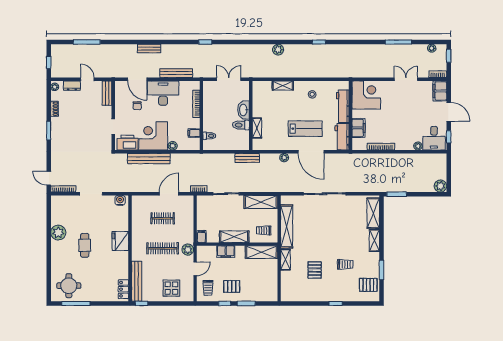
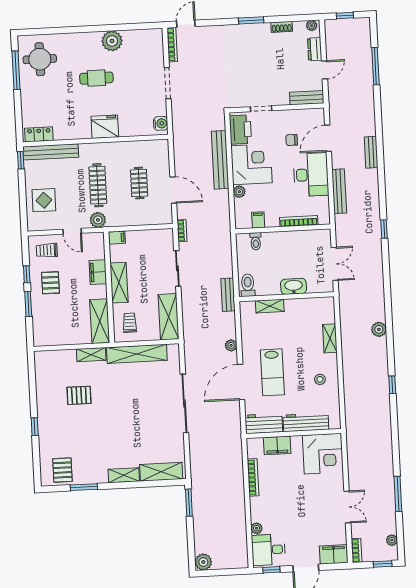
toilet: (241, 125) -> (248, 285), moved
trolley: (345, 264) -> (89, 437), removed

